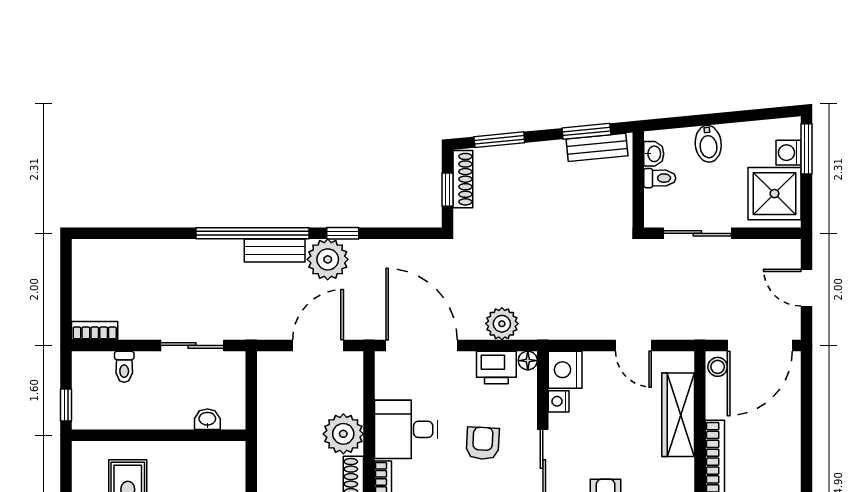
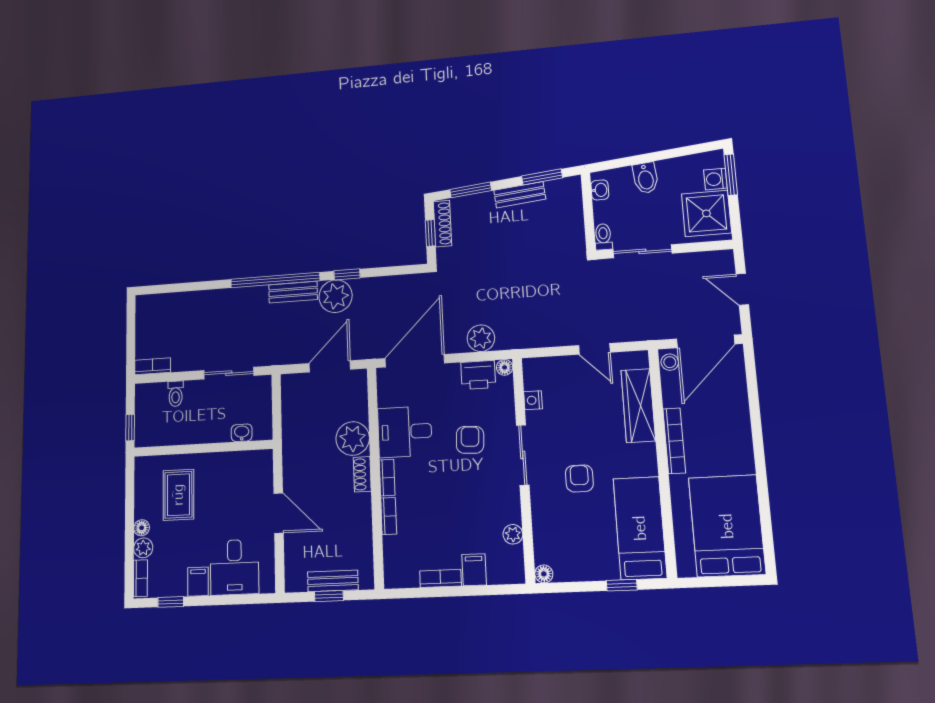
bench: (597, 147) -> (520, 195), moved
toilet: (660, 178) -> (603, 237), moved, turned -90
door: (422, 345) -> (415, 361), hinge flipped
nightstand: (565, 370) -> (537, 373), removed

